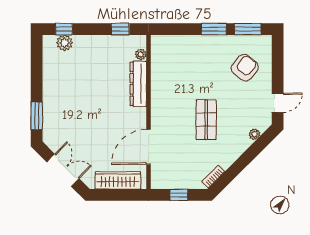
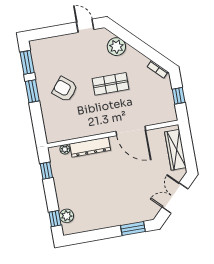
armchair: (245, 68) -> (65, 89), moved
plant: (254, 134) -> (116, 47), width x1.88, depth x1.88
door: (149, 147) -> (131, 131), moved

